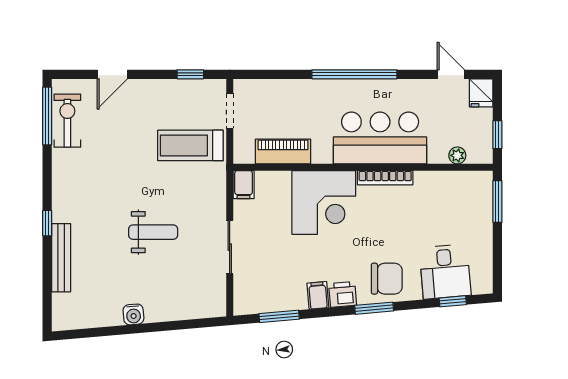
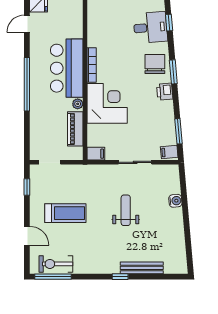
treadmill: (190, 145) -> (65, 213), moved, turned -90
plant: (457, 155) -> (78, 104), moved
filing cabinet: (318, 295) -> (169, 152), moved
water cooler: (133, 314) -> (175, 201), moved

